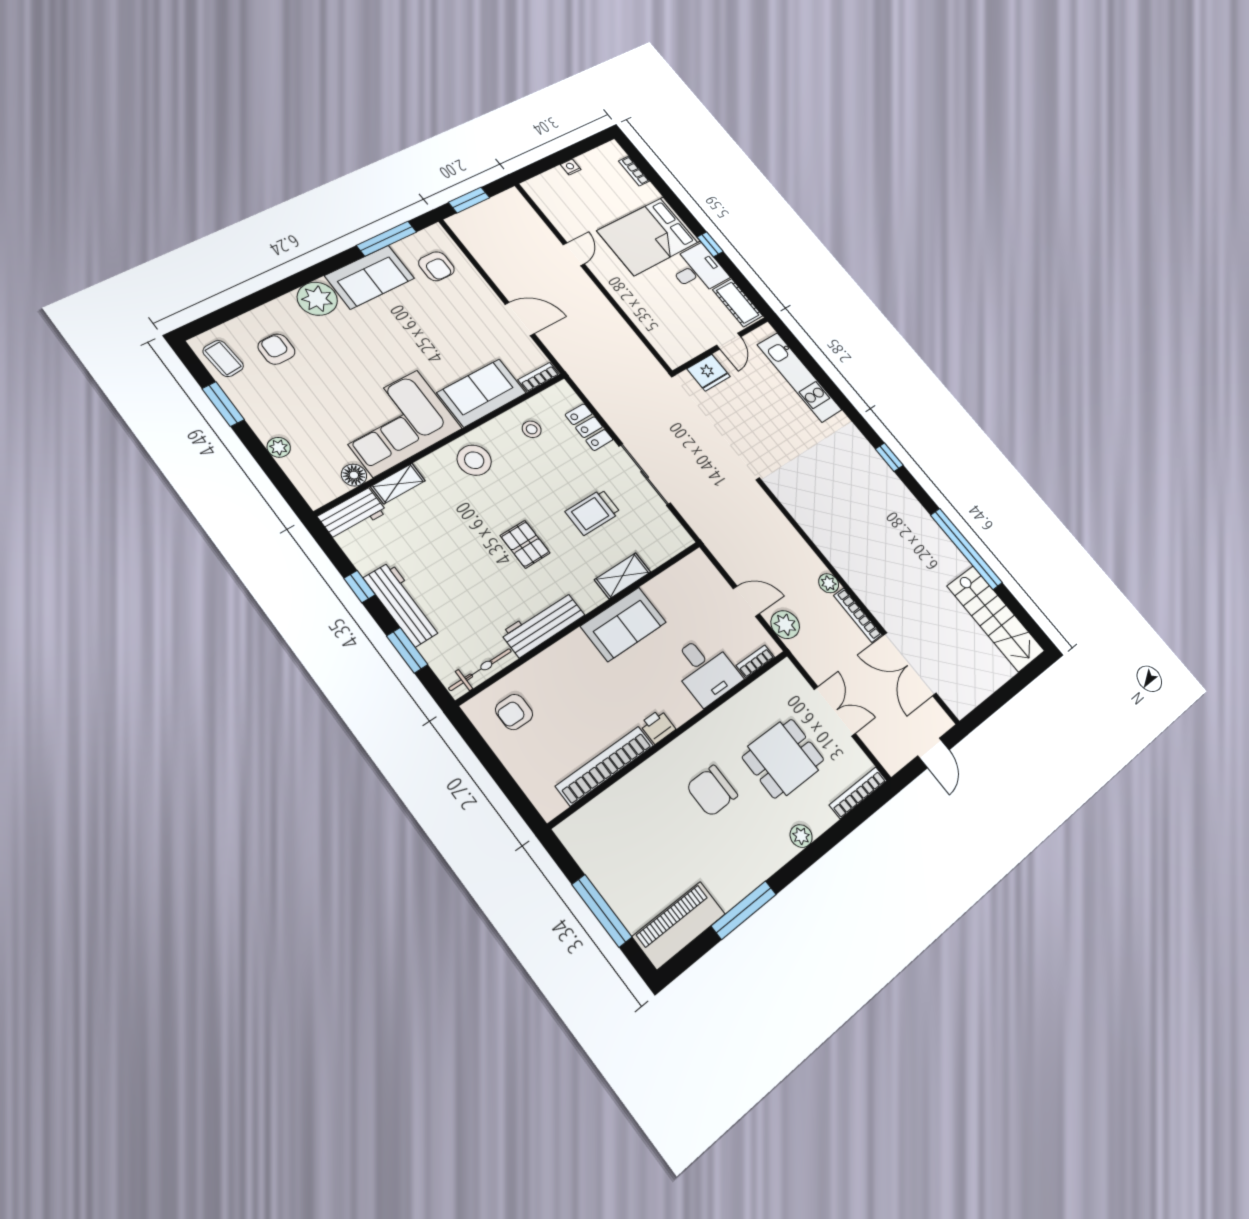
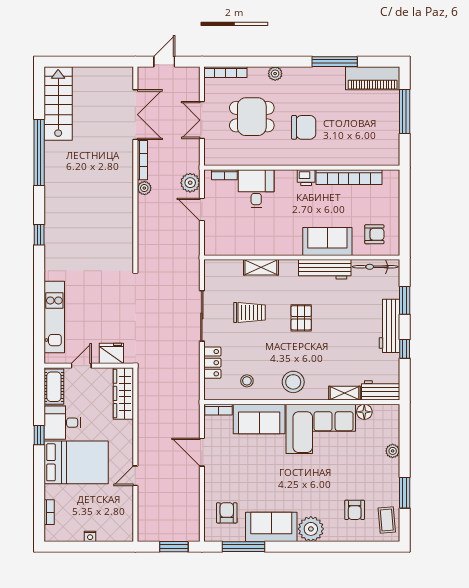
wardrobe: (660, 336) -> (123, 393), added
sofa: (623, 624) -> (327, 241), moved

